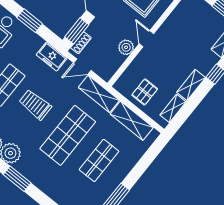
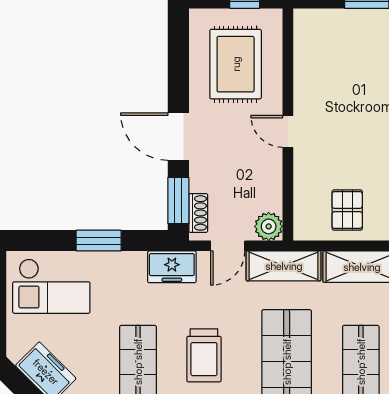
plant: (126, 47) -> (269, 226), moved
trolley: (35, 105) -> (204, 355), turned -90

